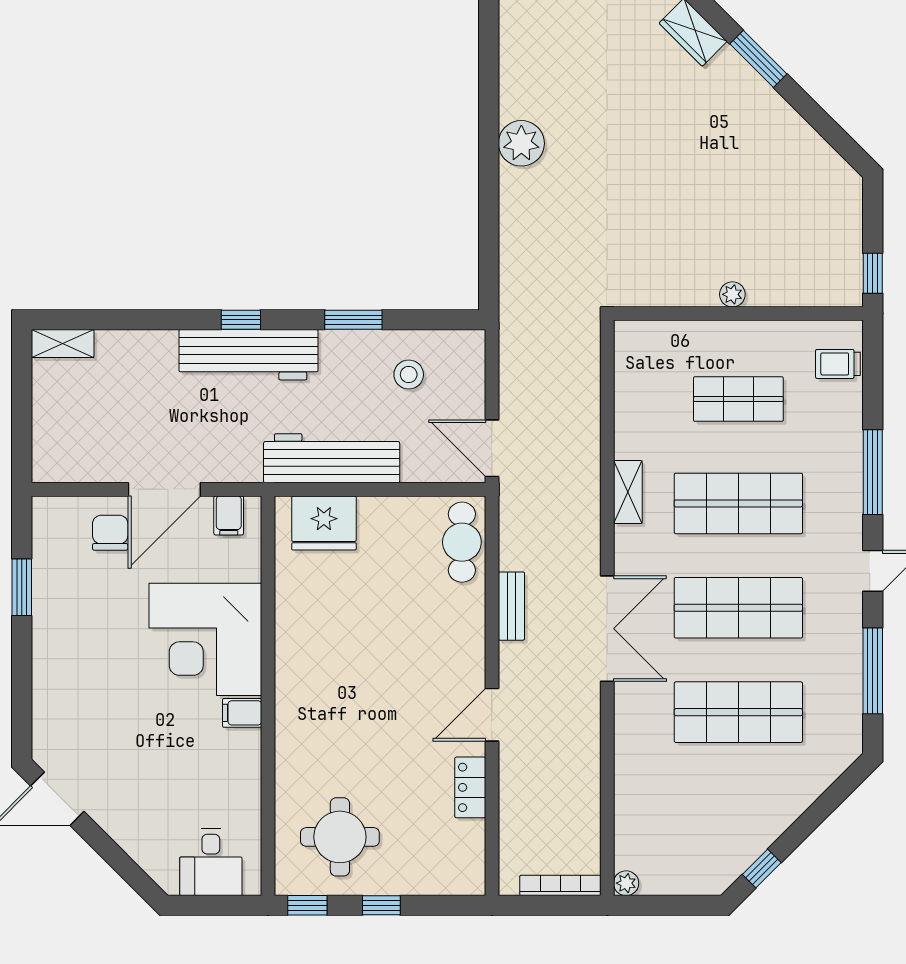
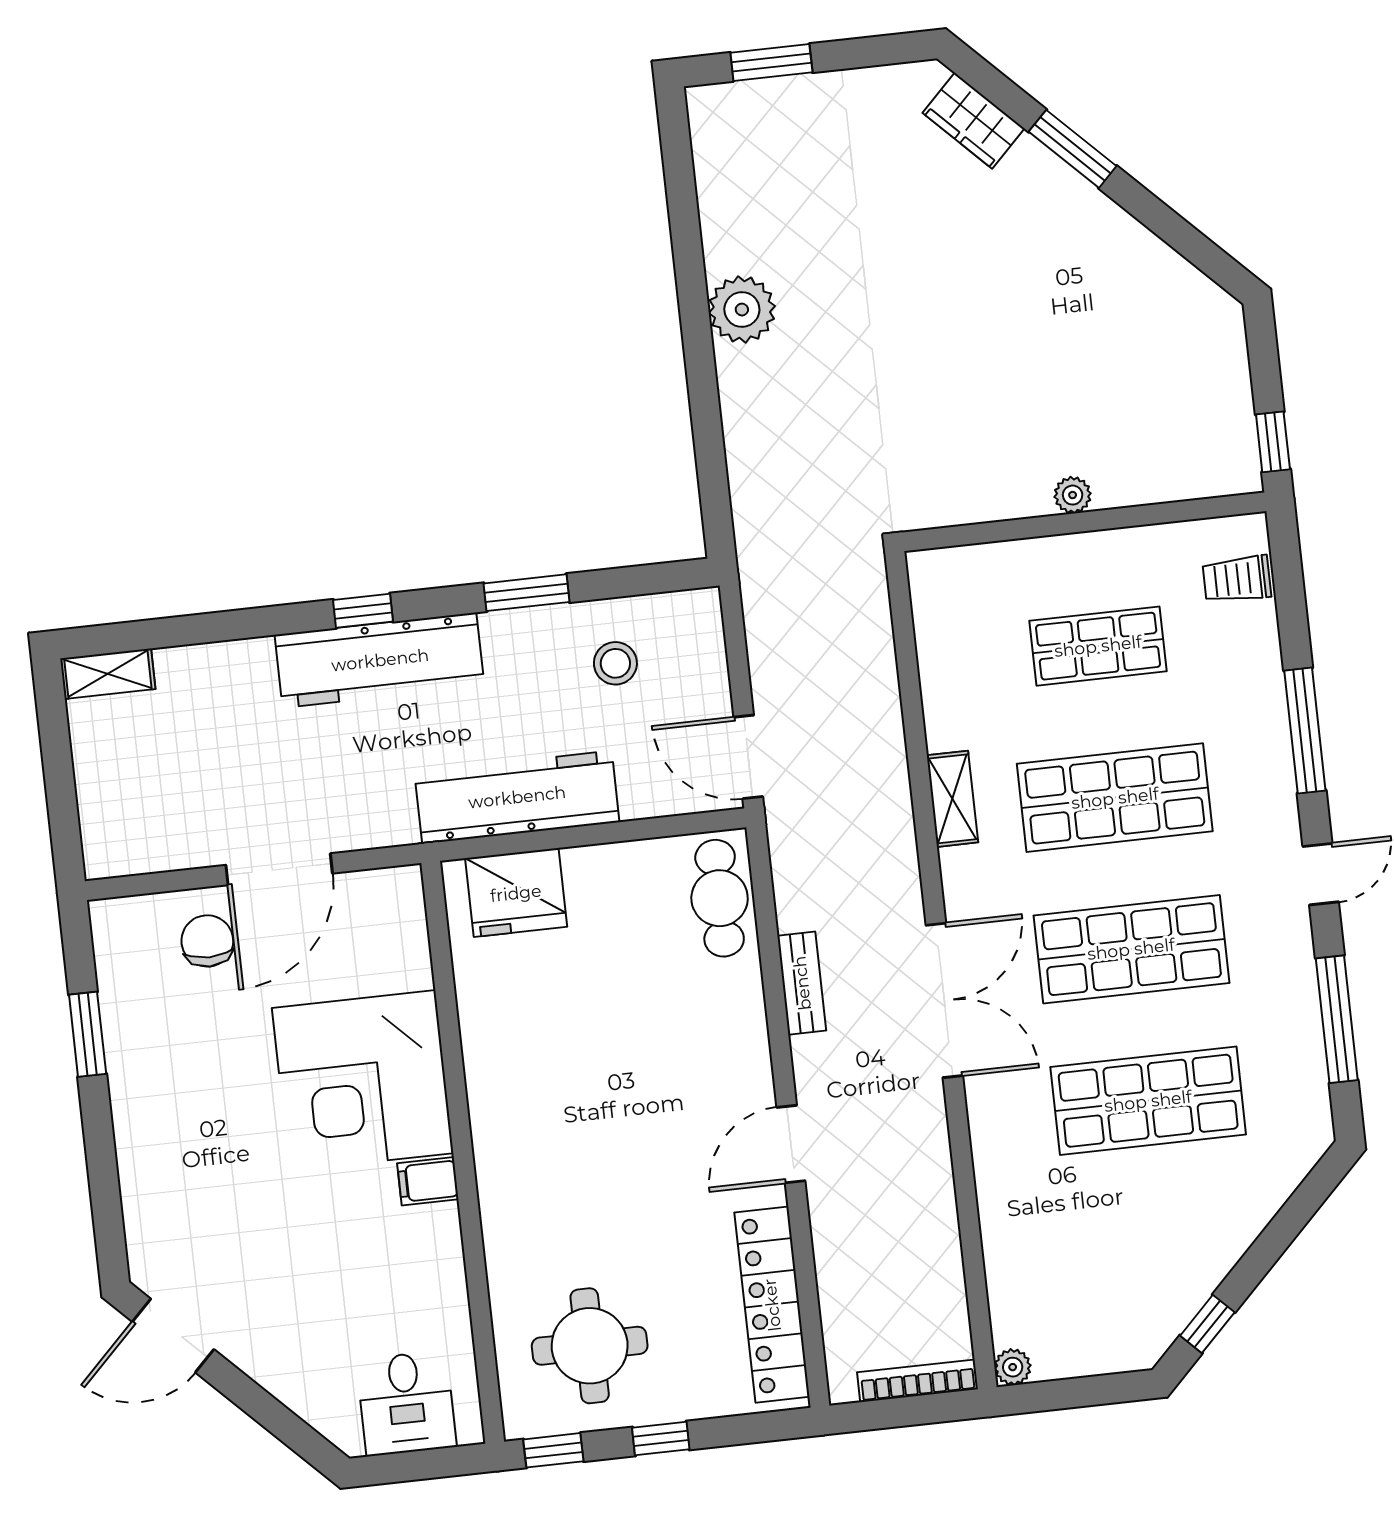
filing cabinet: (229, 515) -> (377, 897), removed
locker: (470, 787) -> (772, 1305), width x2.16, depth x1.21

